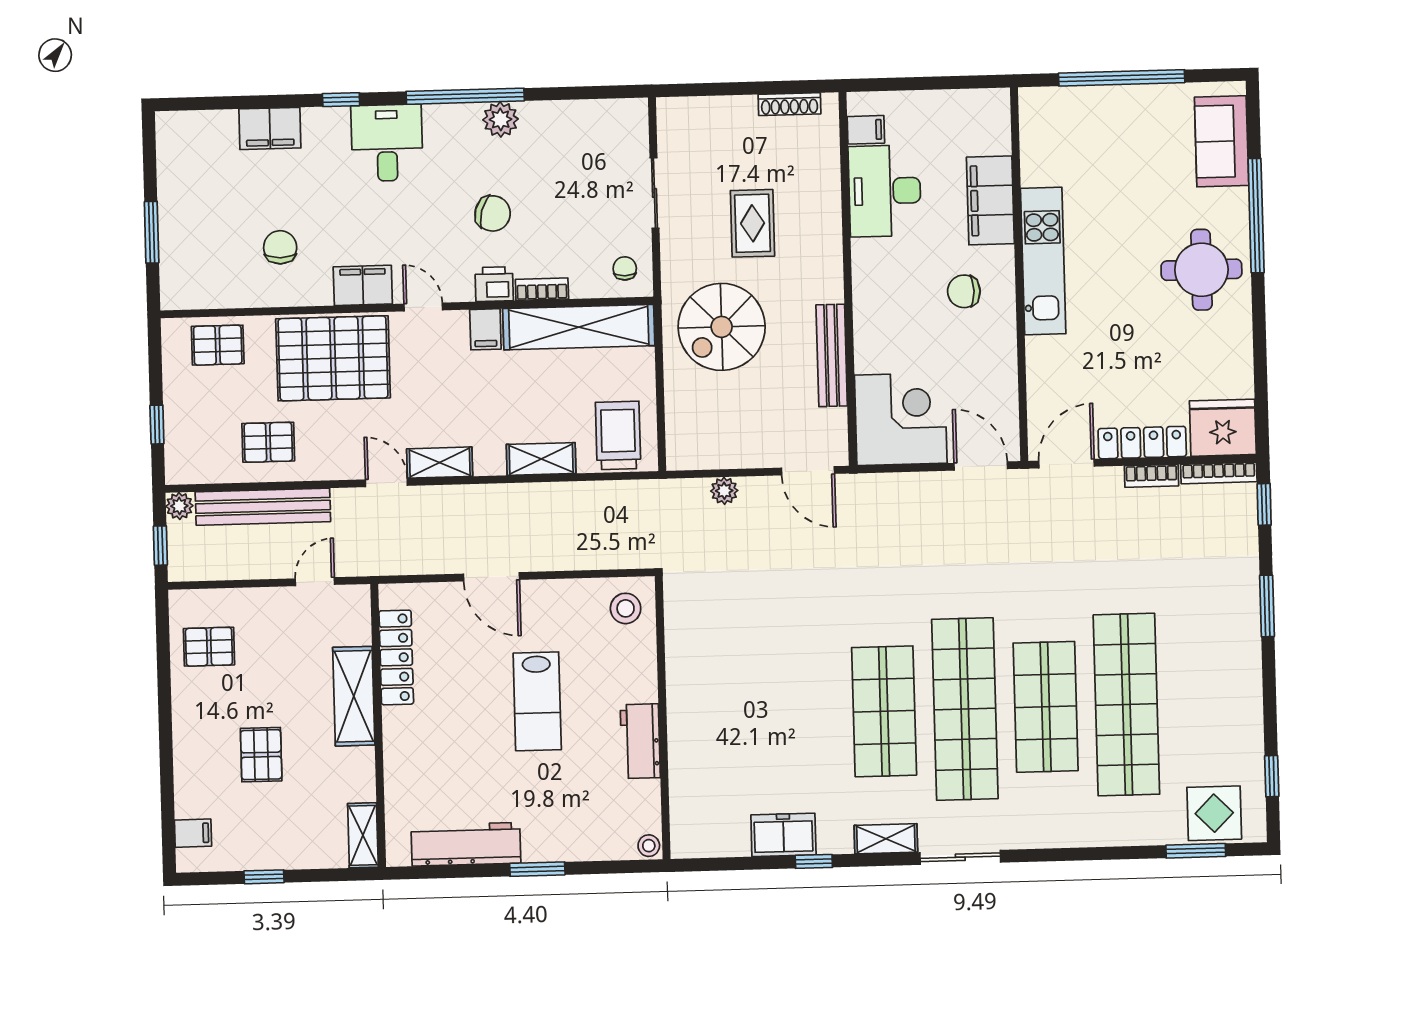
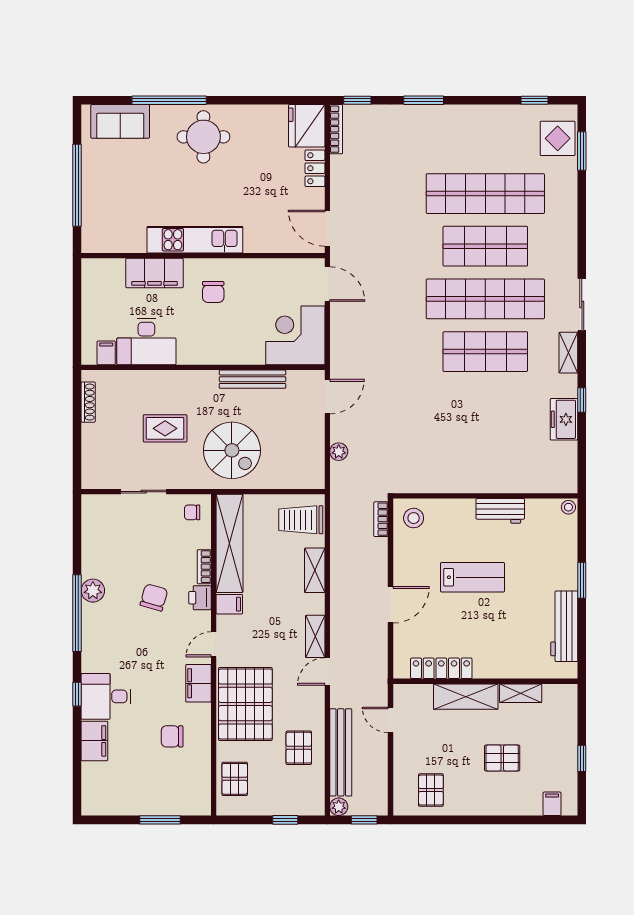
desk: (387, 143) -> (106, 696), moved
locker: (1142, 443) -> (315, 168), width x0.66
door: (981, 466) -> (327, 284), swing flipped
bookcase: (1151, 476) -> (381, 519), moved, turned 180
shelving: (363, 835) -> (521, 693), moved

